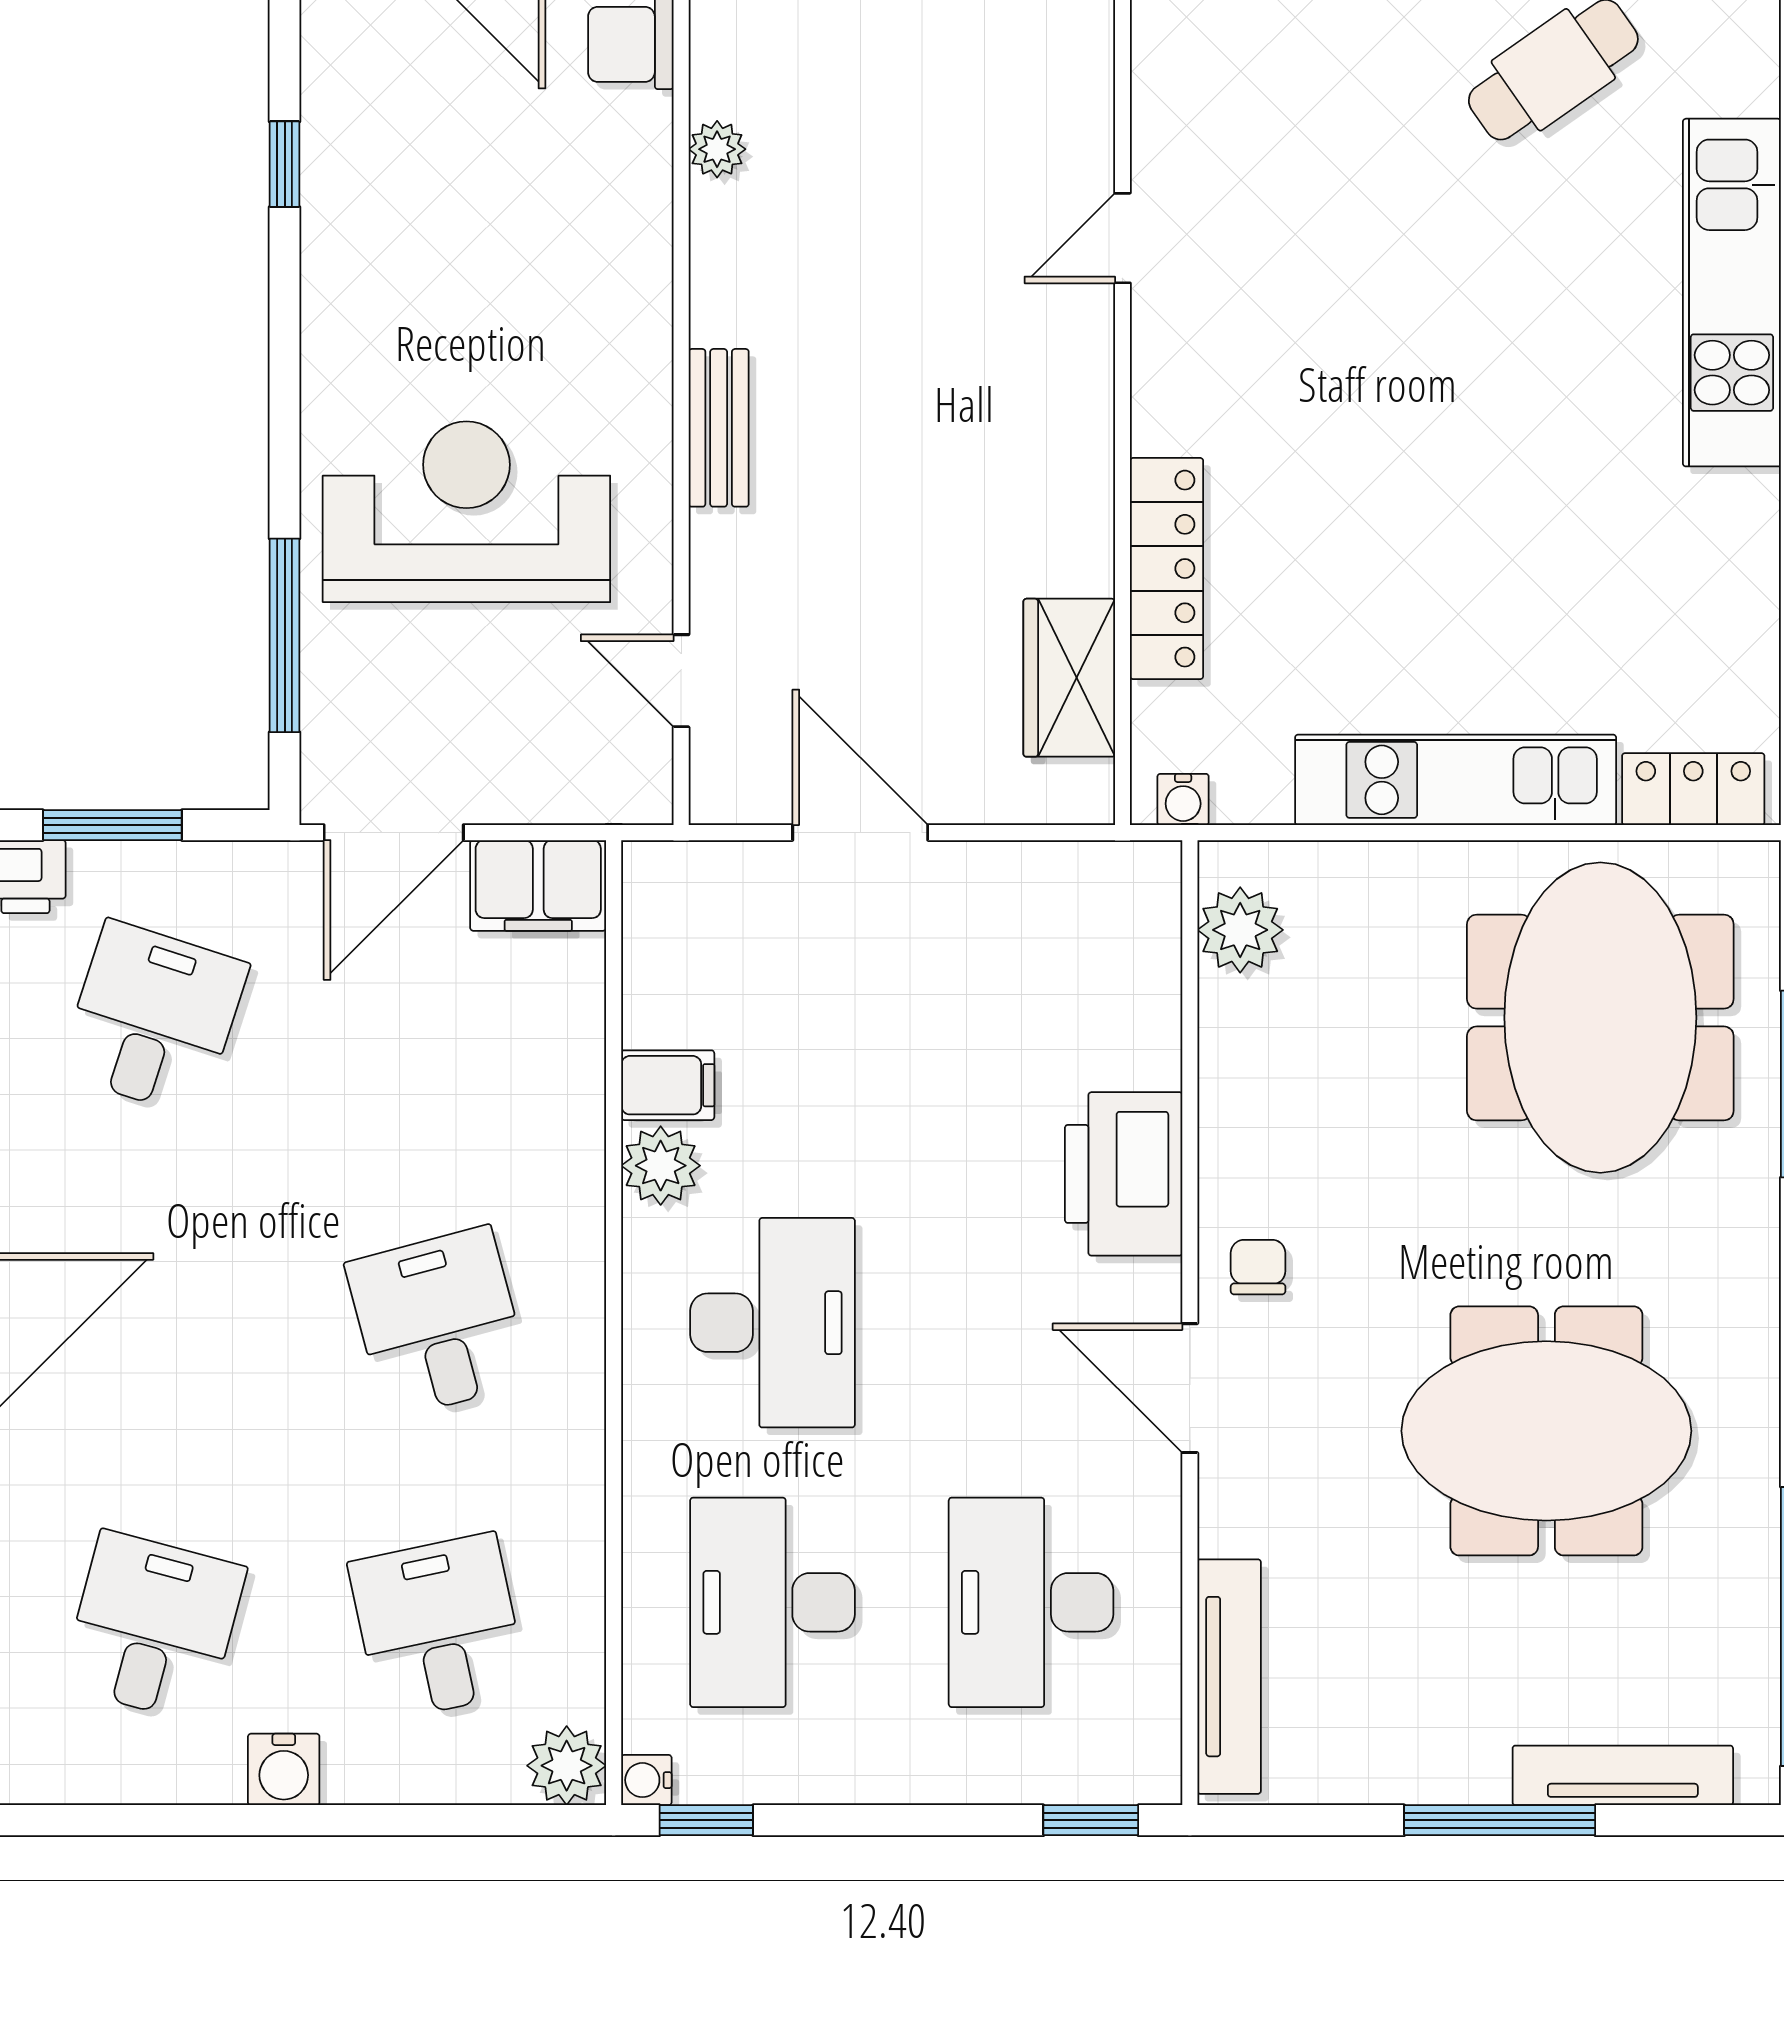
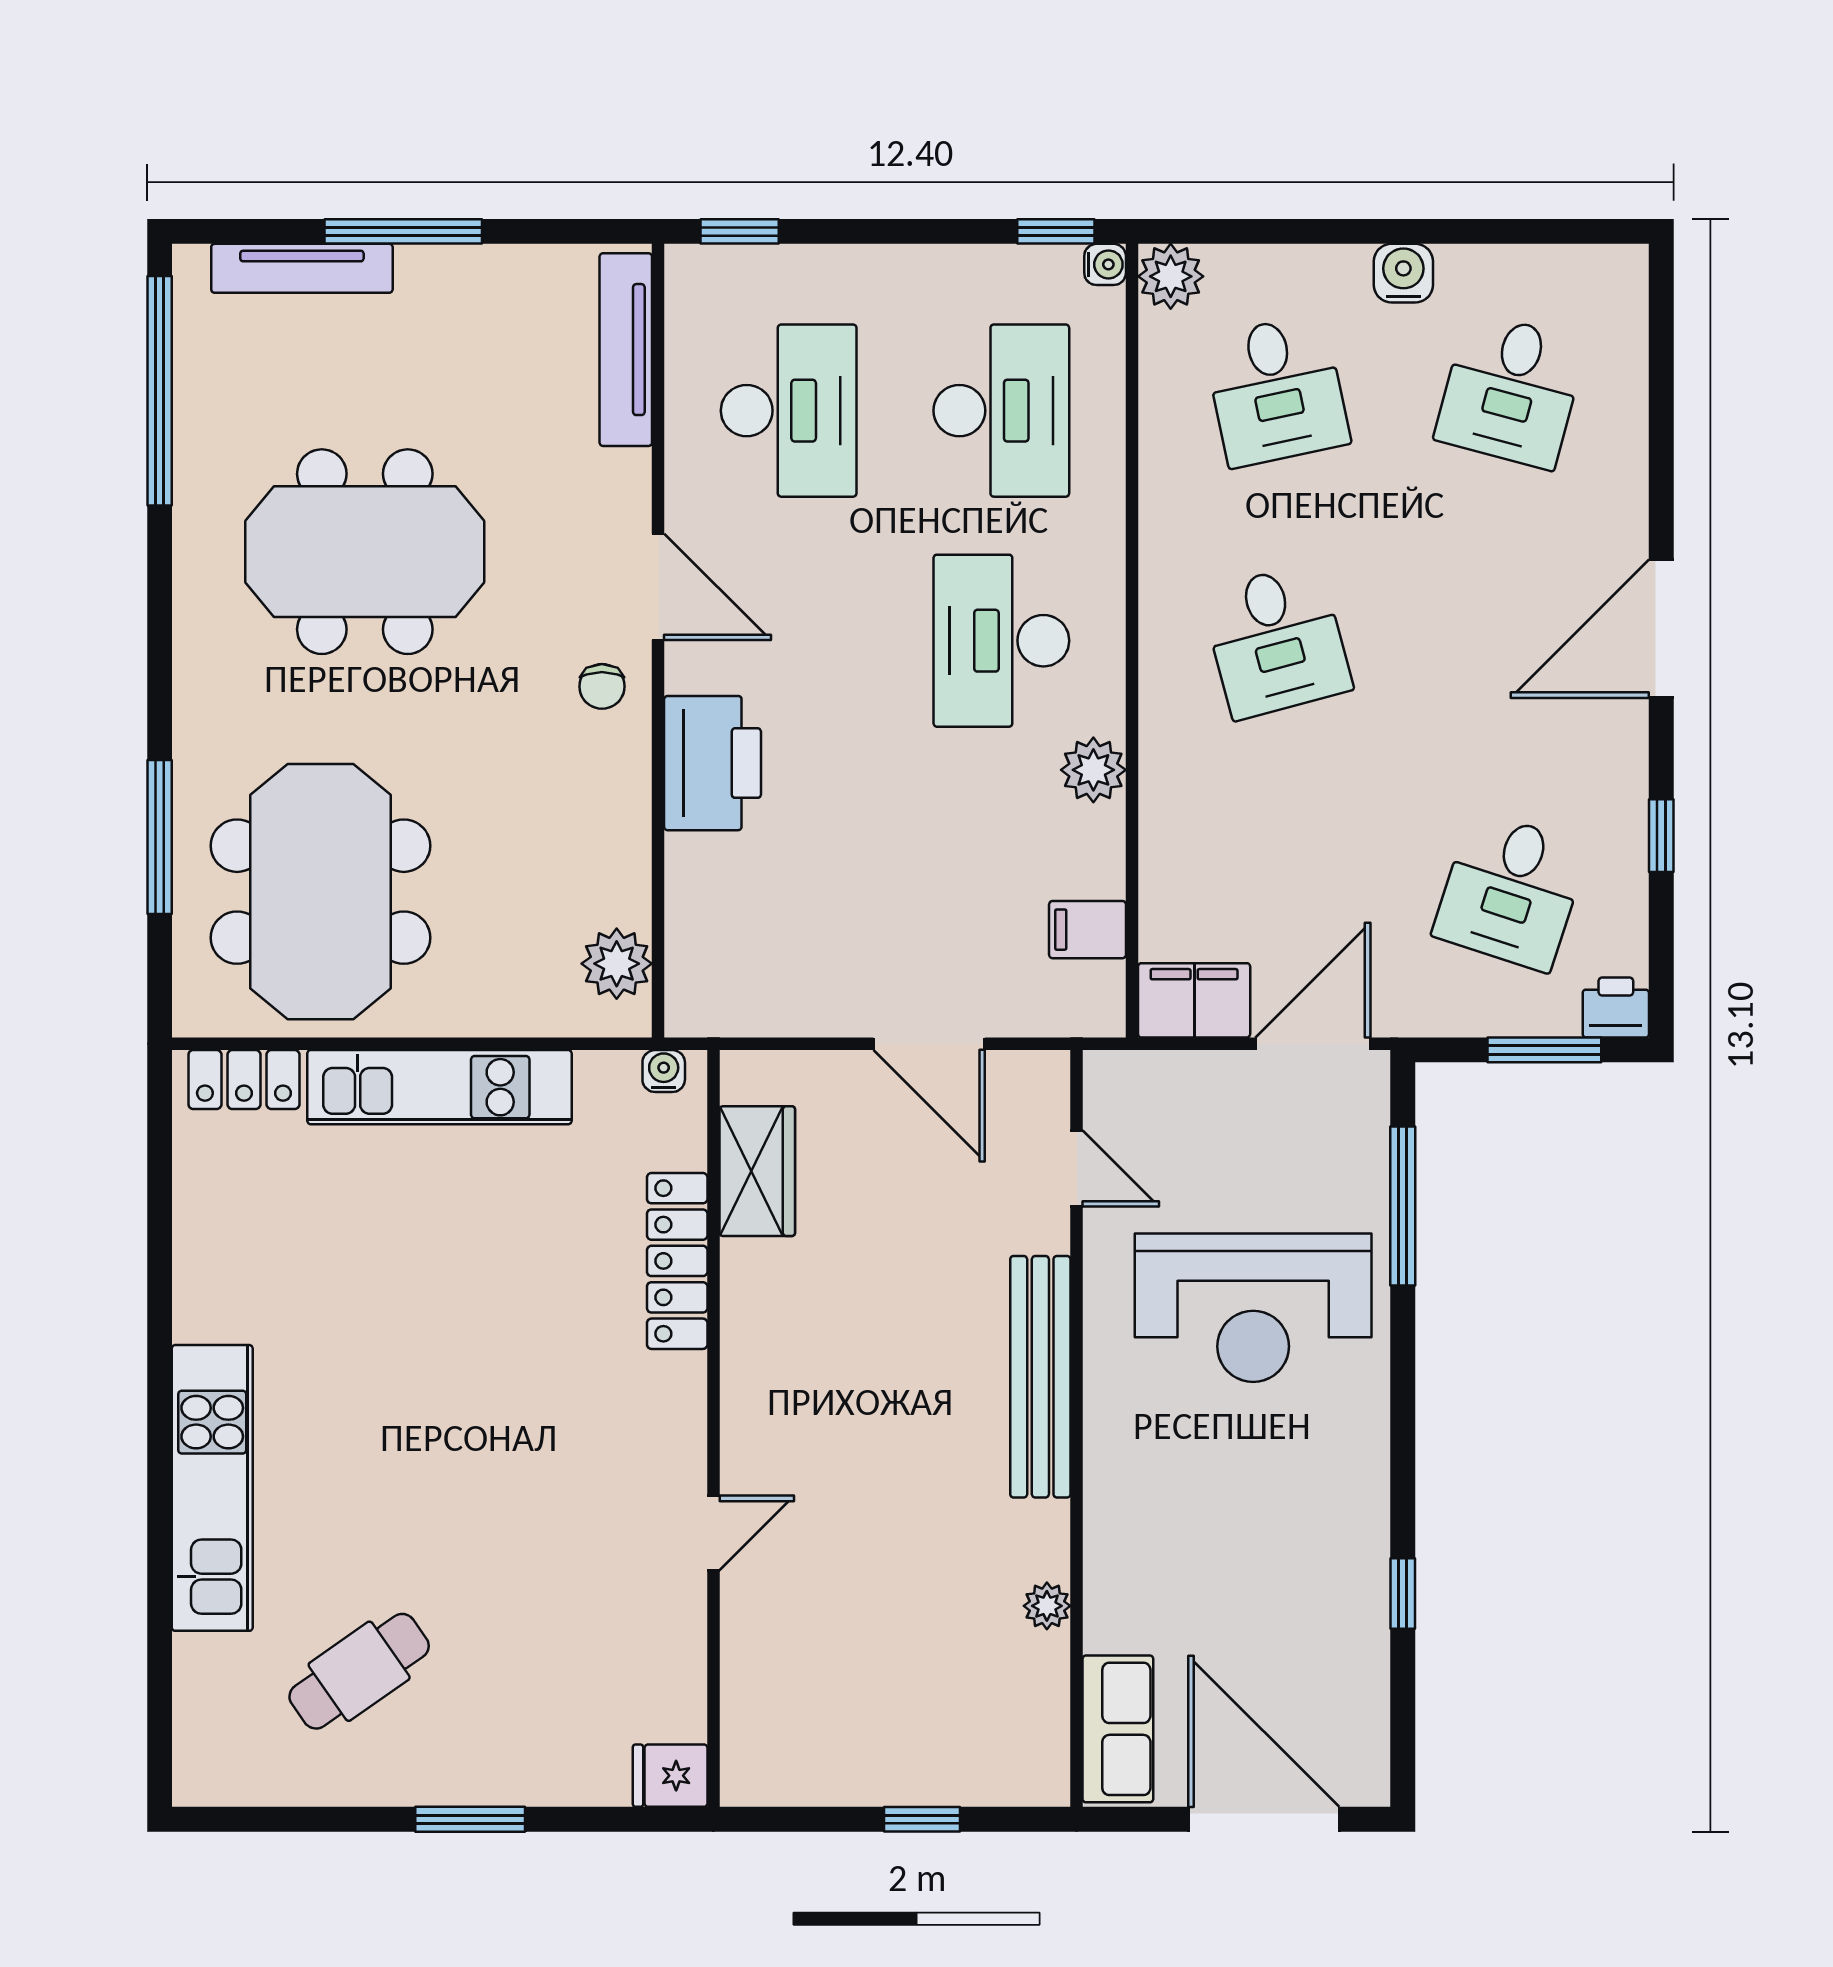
bench: (719, 428) -> (1040, 1377), width x1.86, depth x1.21
filing cabinet: (668, 1085) -> (1088, 930), moved

